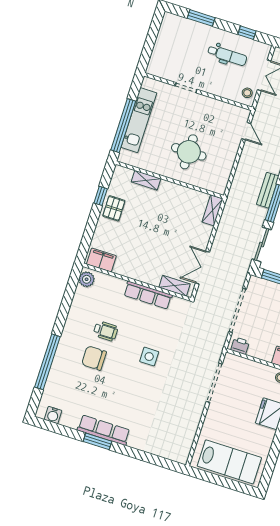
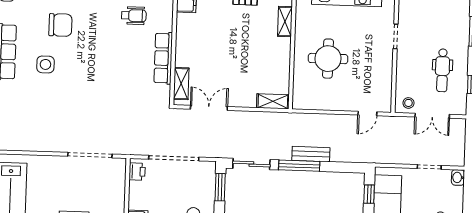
wheelchair: (106, 331) -> (134, 16), moved, turned -90
side table: (149, 357) -> (45, 64), moved
chair: (94, 358) -> (60, 25), moved, turned 90

